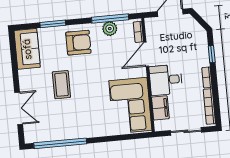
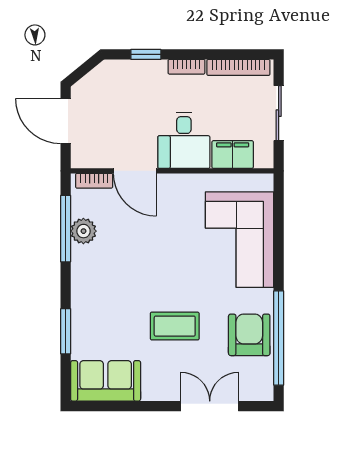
armchair: (78, 43) -> (249, 335), moved
corner sofa: (130, 106) -> (240, 240), moved, turned 90

